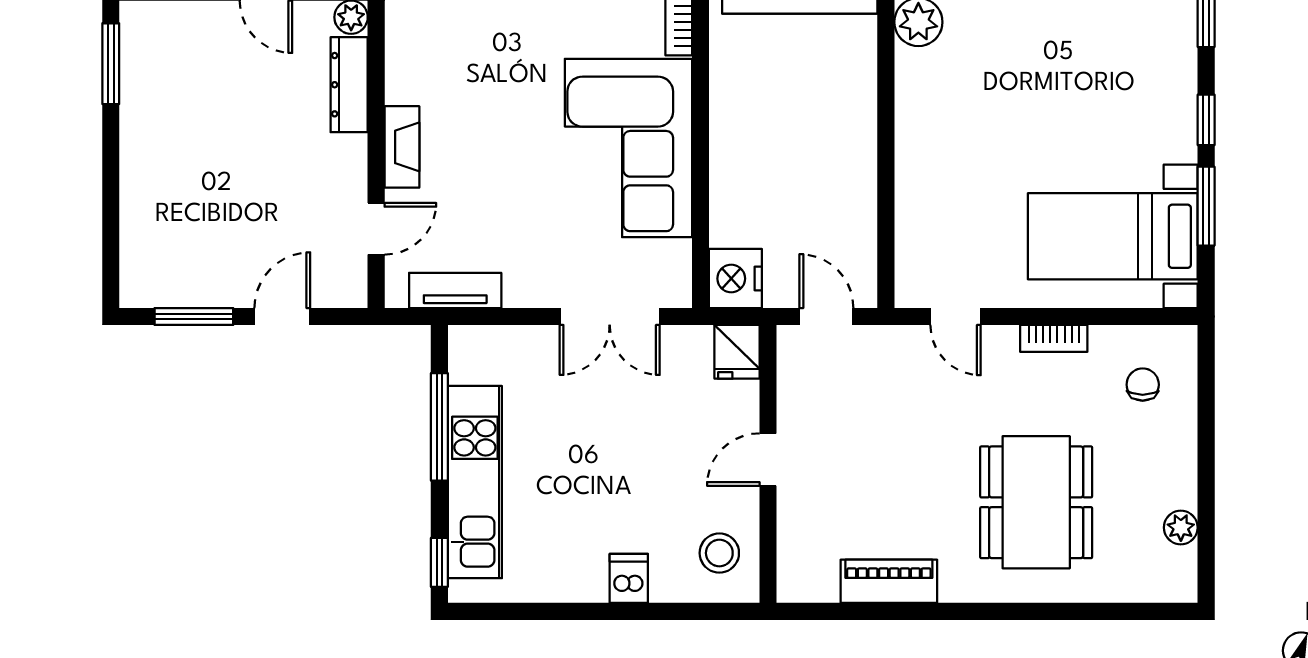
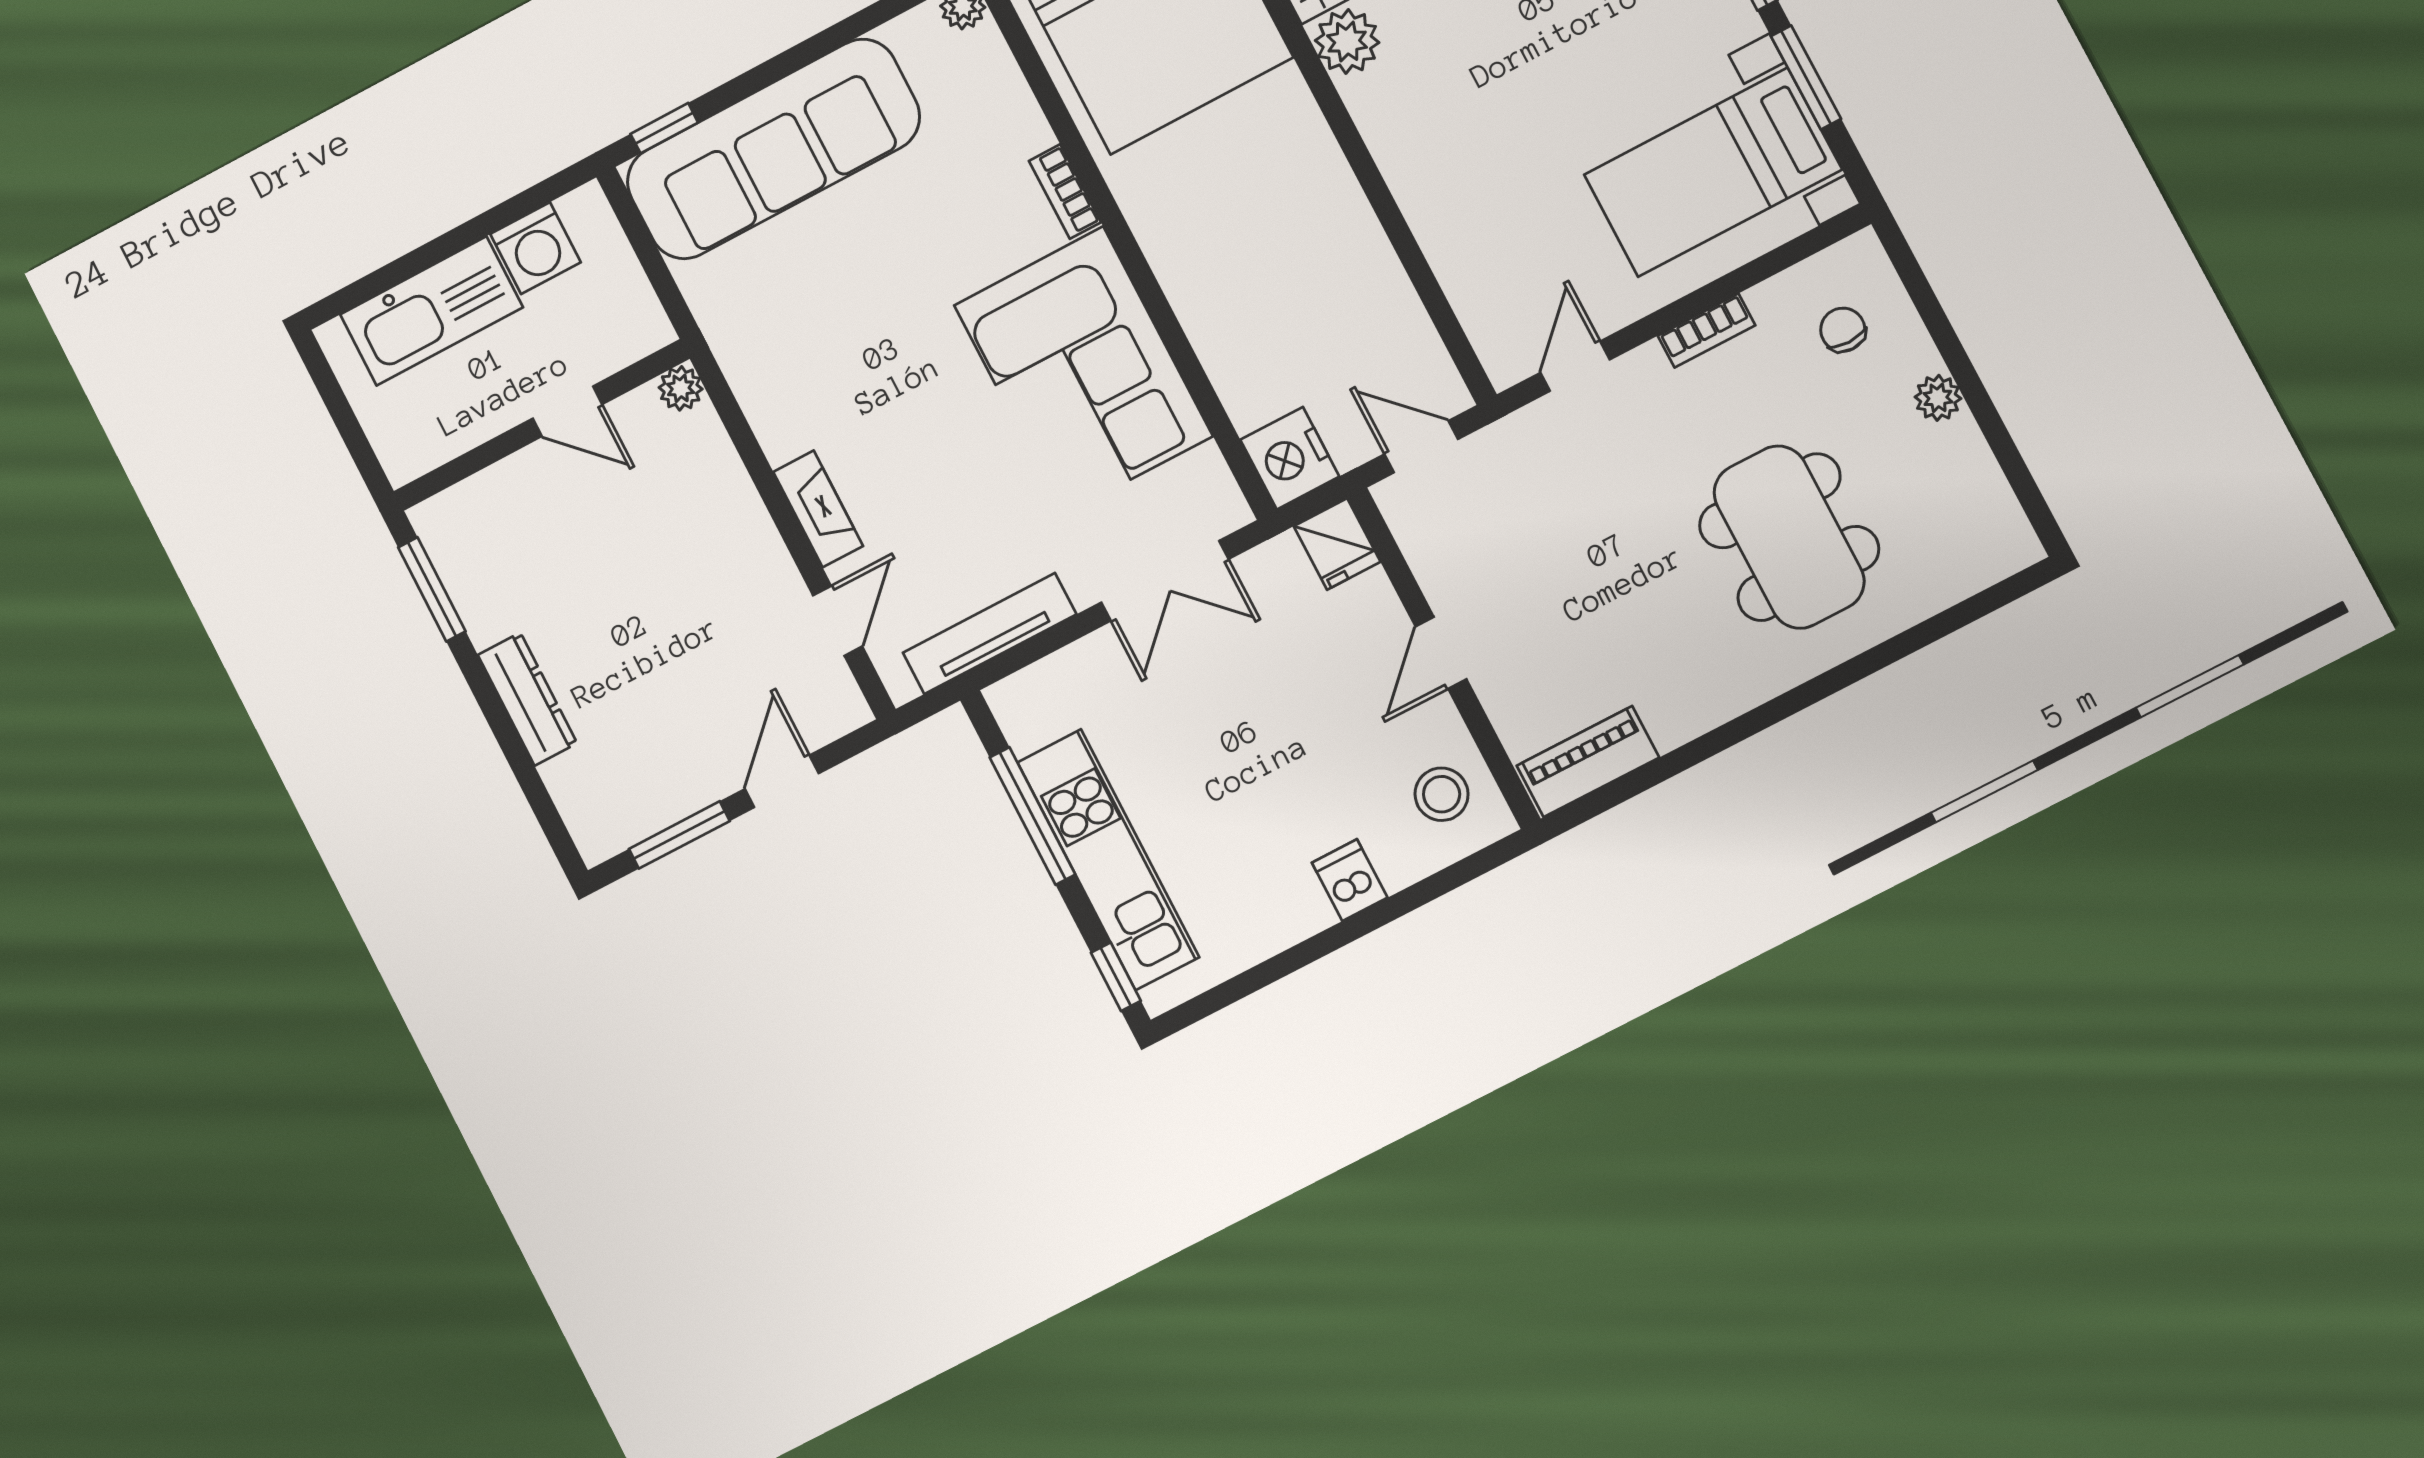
dresser: (349, 85) -> (527, 699), moved, turned 180
tv unit: (455, 290) -> (990, 633), width x1.41
door: (956, 316) -> (1575, 366), swing flipped
plant: (1181, 528) -> (1938, 398), moved
piano: (889, 581) -> (1588, 762), moved

